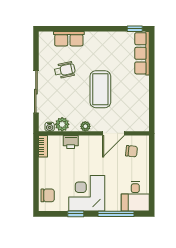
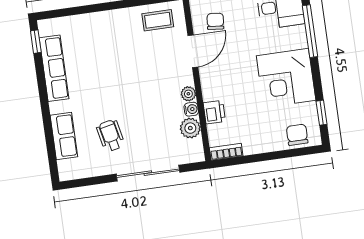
row of seats: (142, 53) -> (54, 68), moved, turned -90
coffee table: (100, 89) -> (158, 20), moved, width x0.54, depth x0.58
water cooler: (50, 127) -> (191, 109), moved
door: (114, 133) -> (193, 51), hinge flipped
window: (76, 214) -> (321, 113), moved

